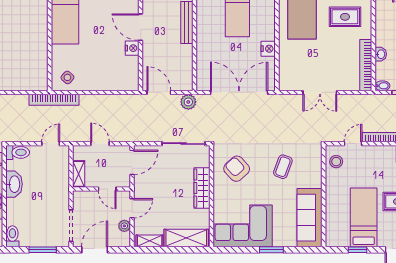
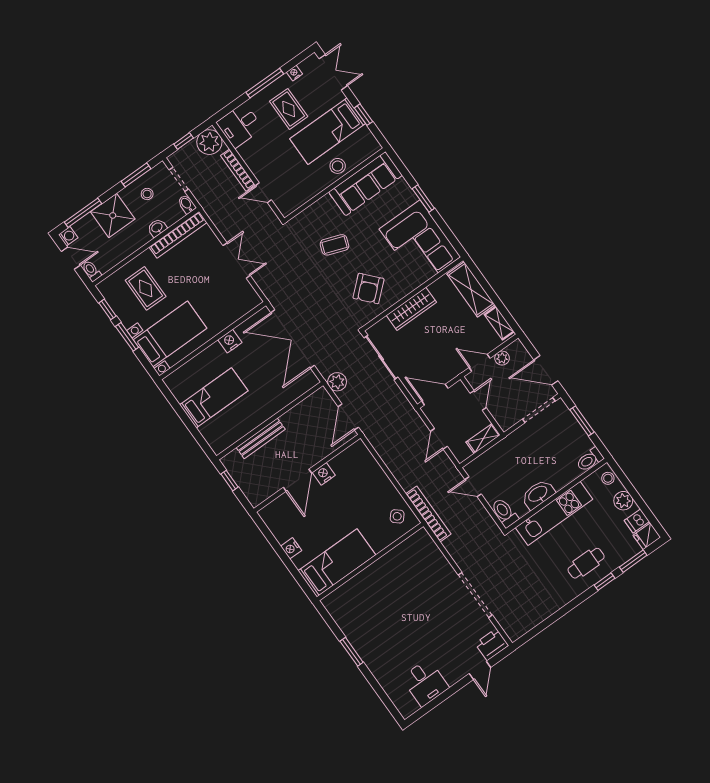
stool: (336, 162) -> (338, 166), moved

